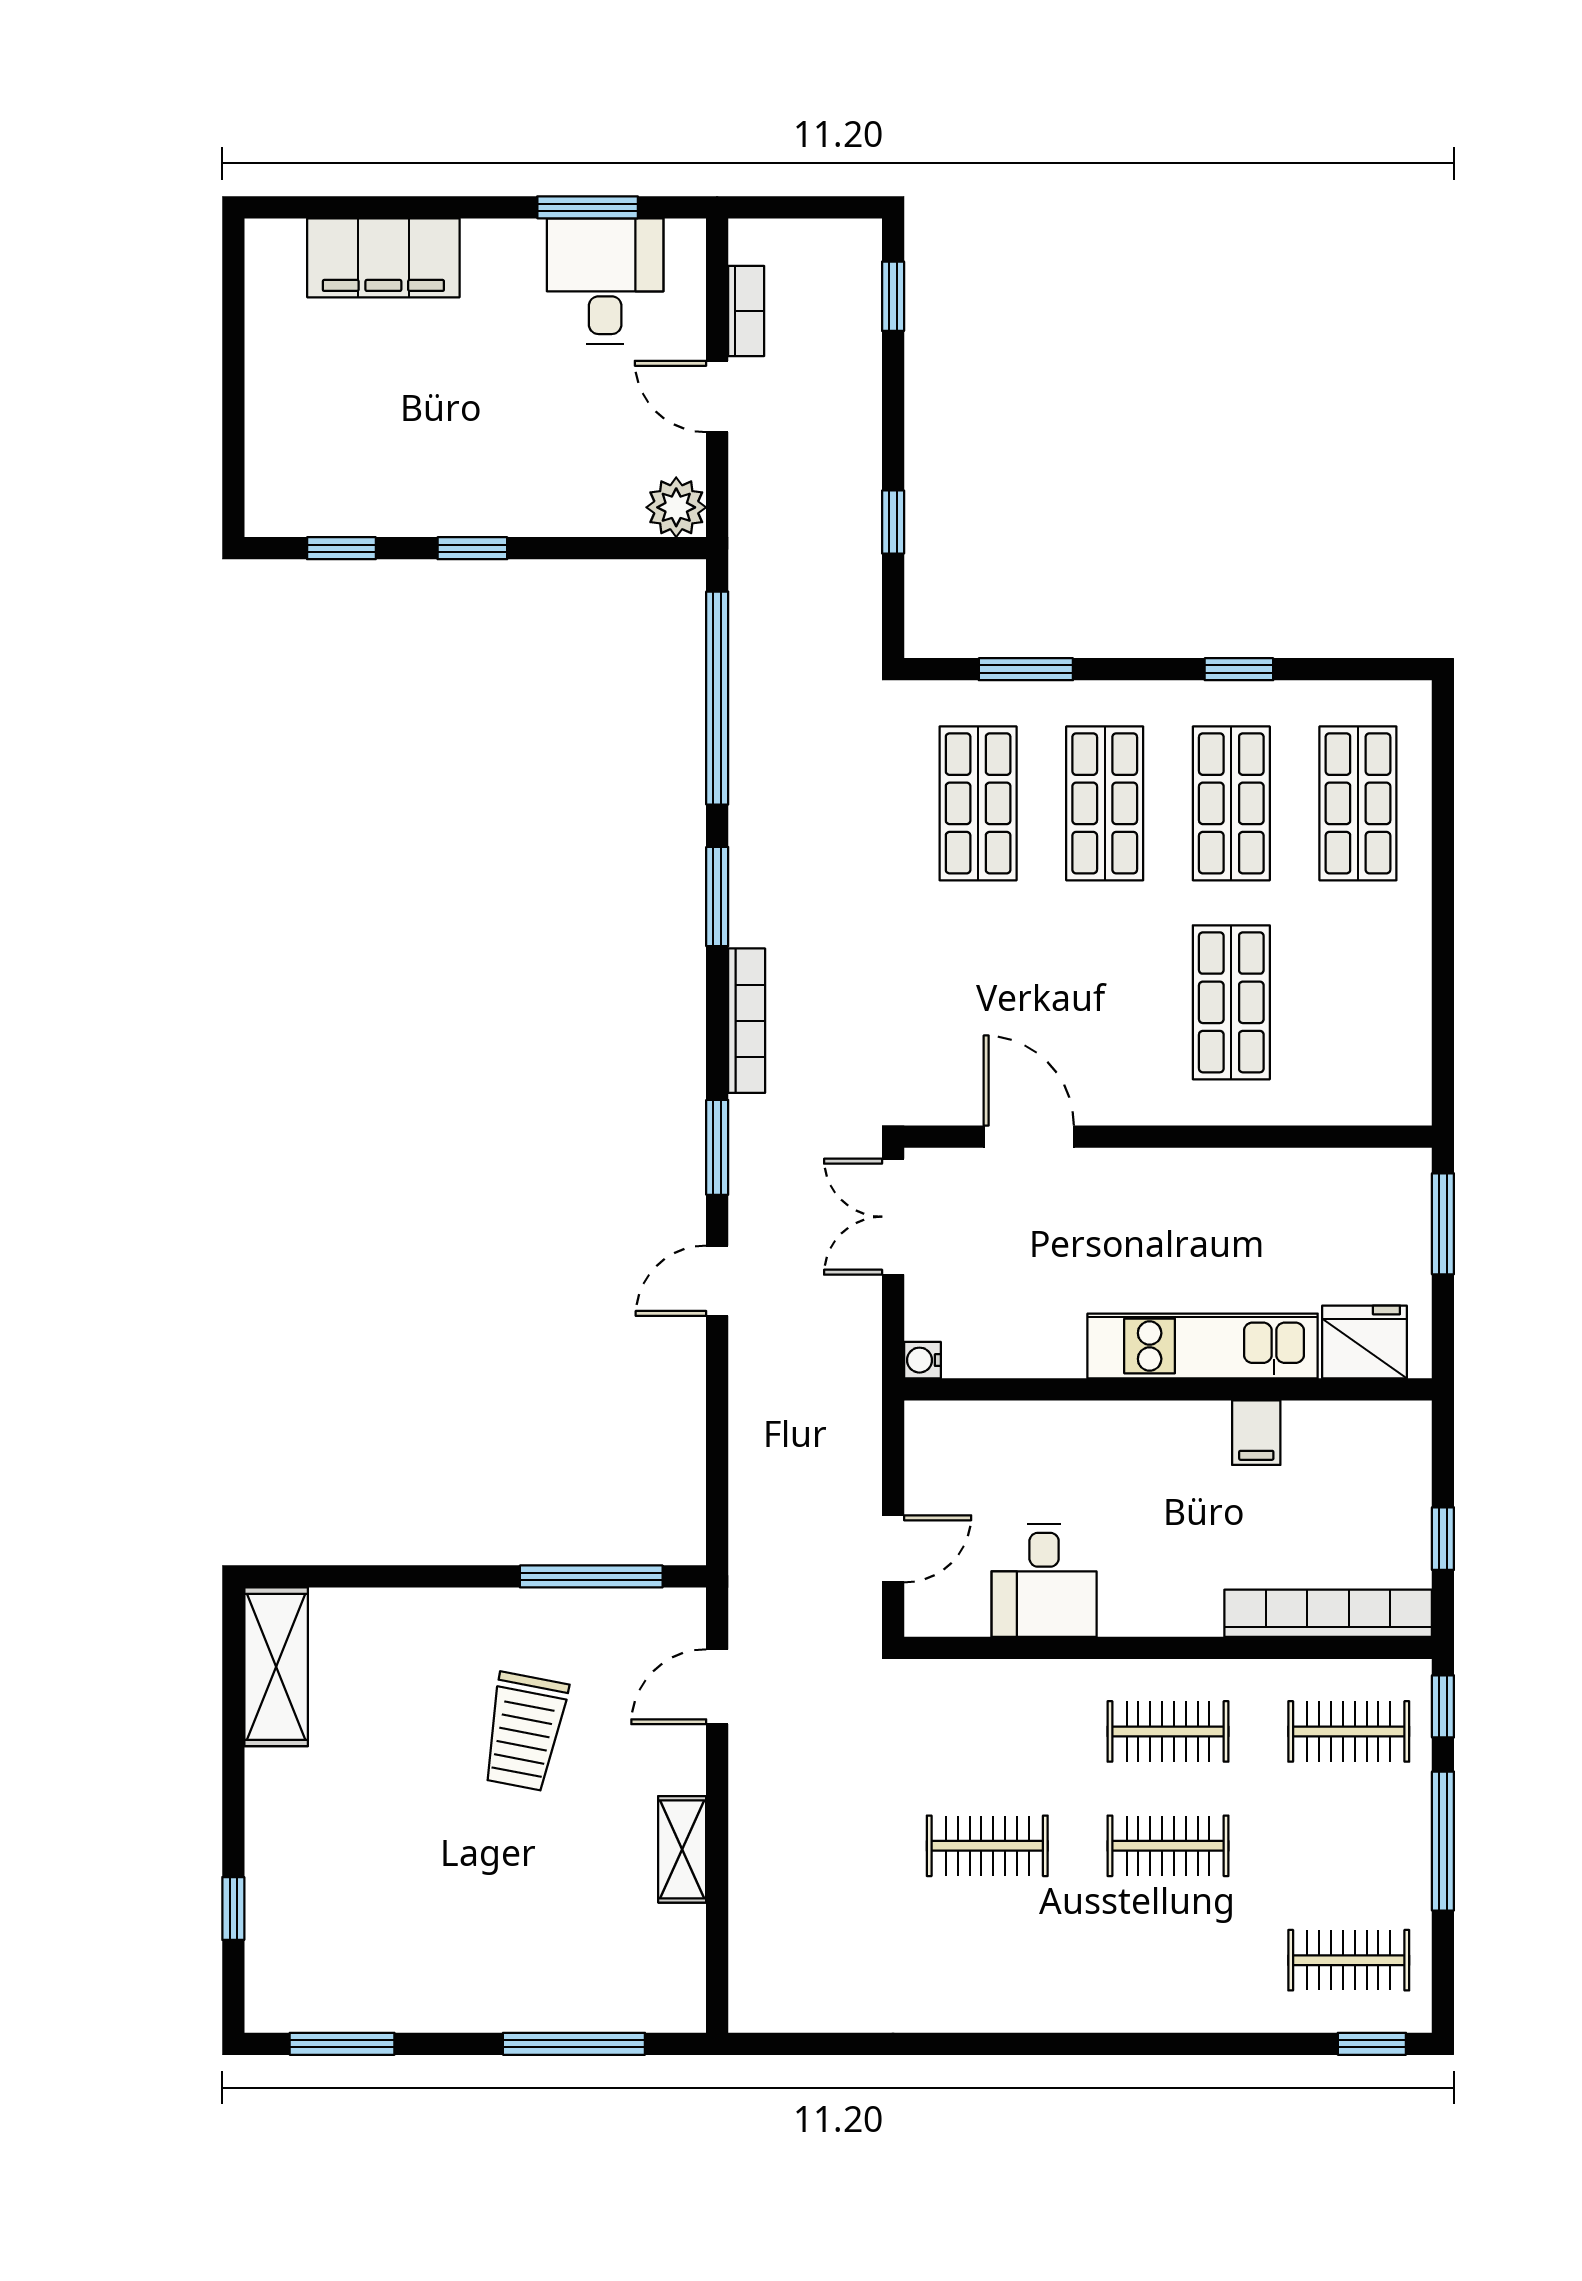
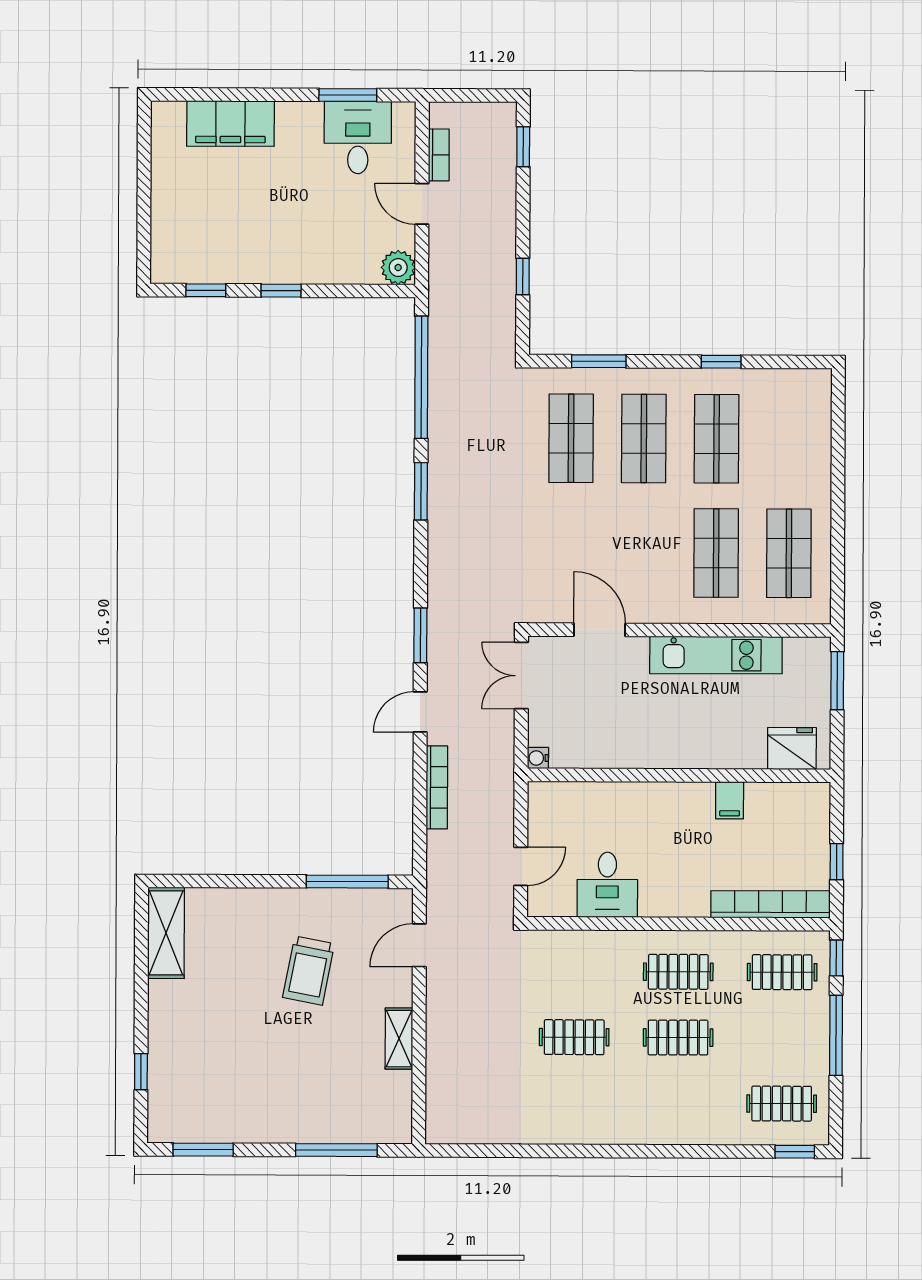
shop shelf: (1358, 803) -> (789, 553), moved
bookcase: (747, 1021) -> (437, 787), moved
kitchen unit: (1203, 1346) -> (716, 655), moved, turned 180

